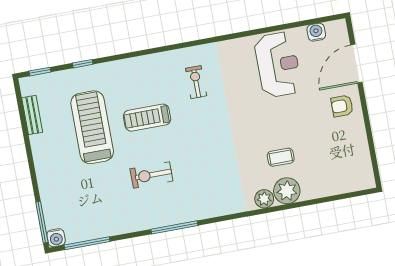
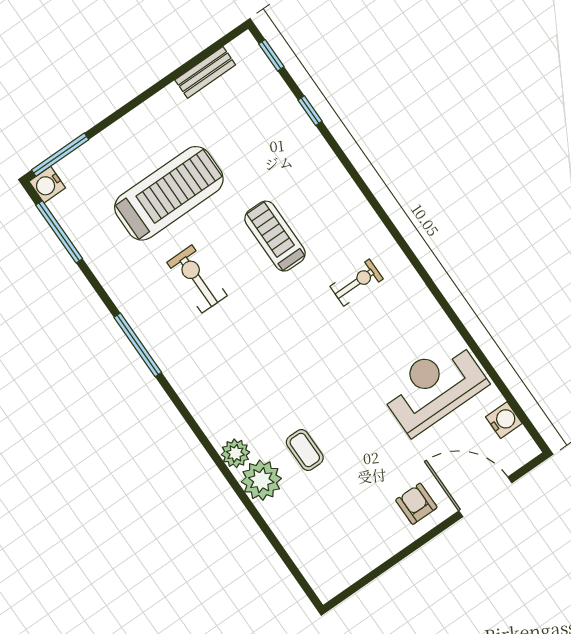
reception desk: (278, 65) -> (434, 387), turned 180
treadmill: (92, 127) -> (169, 193), moved

